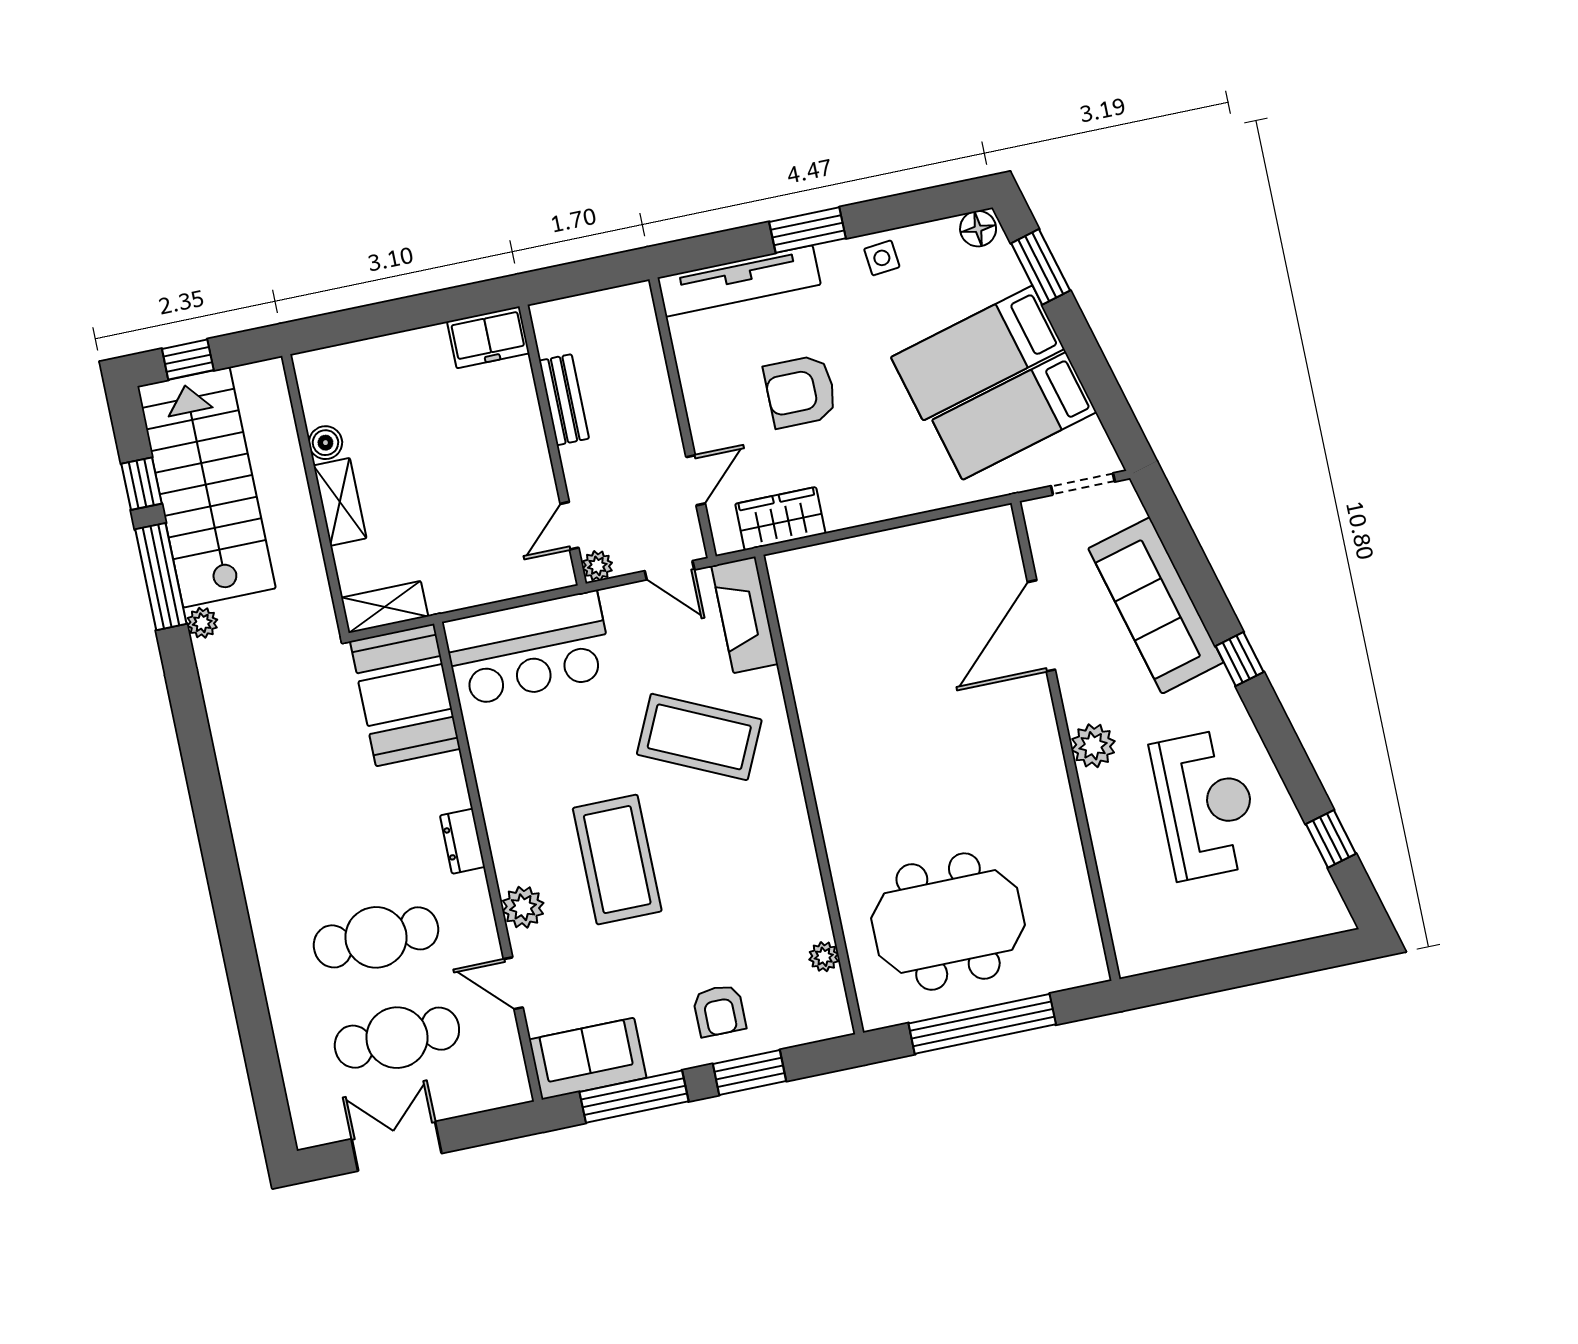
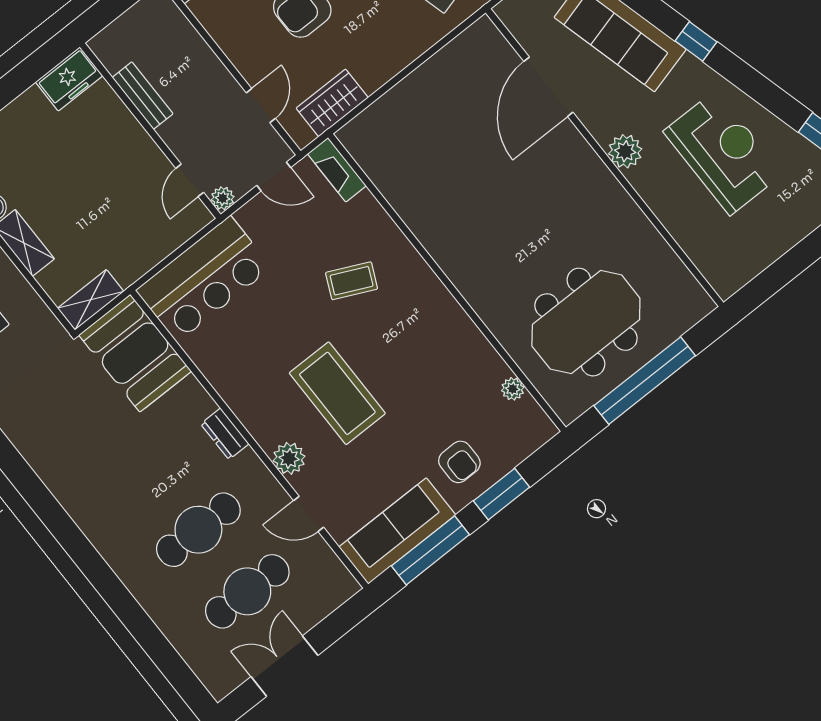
fireplace: (745, 615) -> (337, 170), width x0.73, depth x0.76
coffee table: (699, 737) -> (352, 281), width x0.54, depth x0.58
sofa: (588, 1059) -> (397, 531), width x1.36

